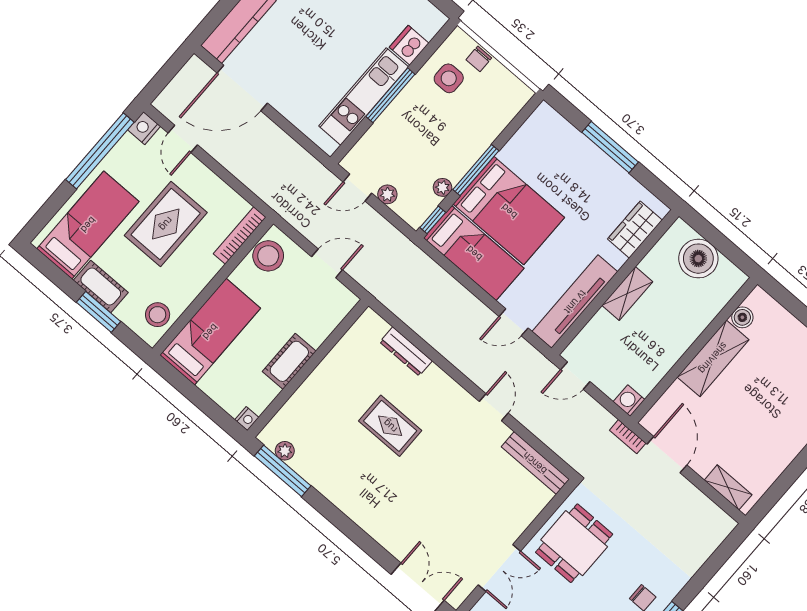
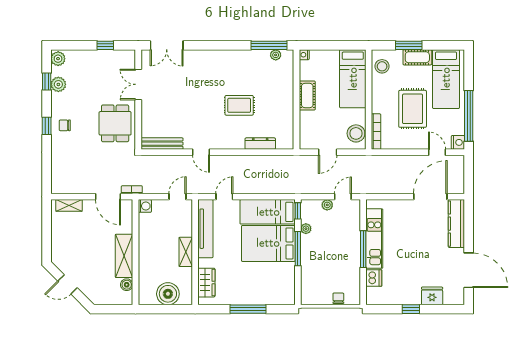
side table: (449, 78) -> (344, 278), removed

